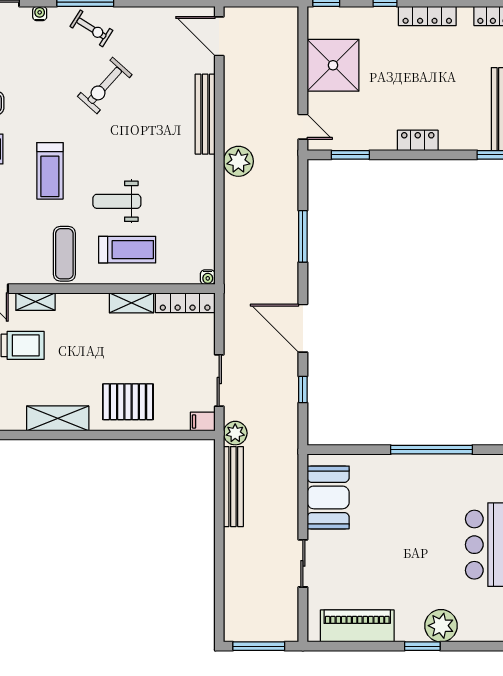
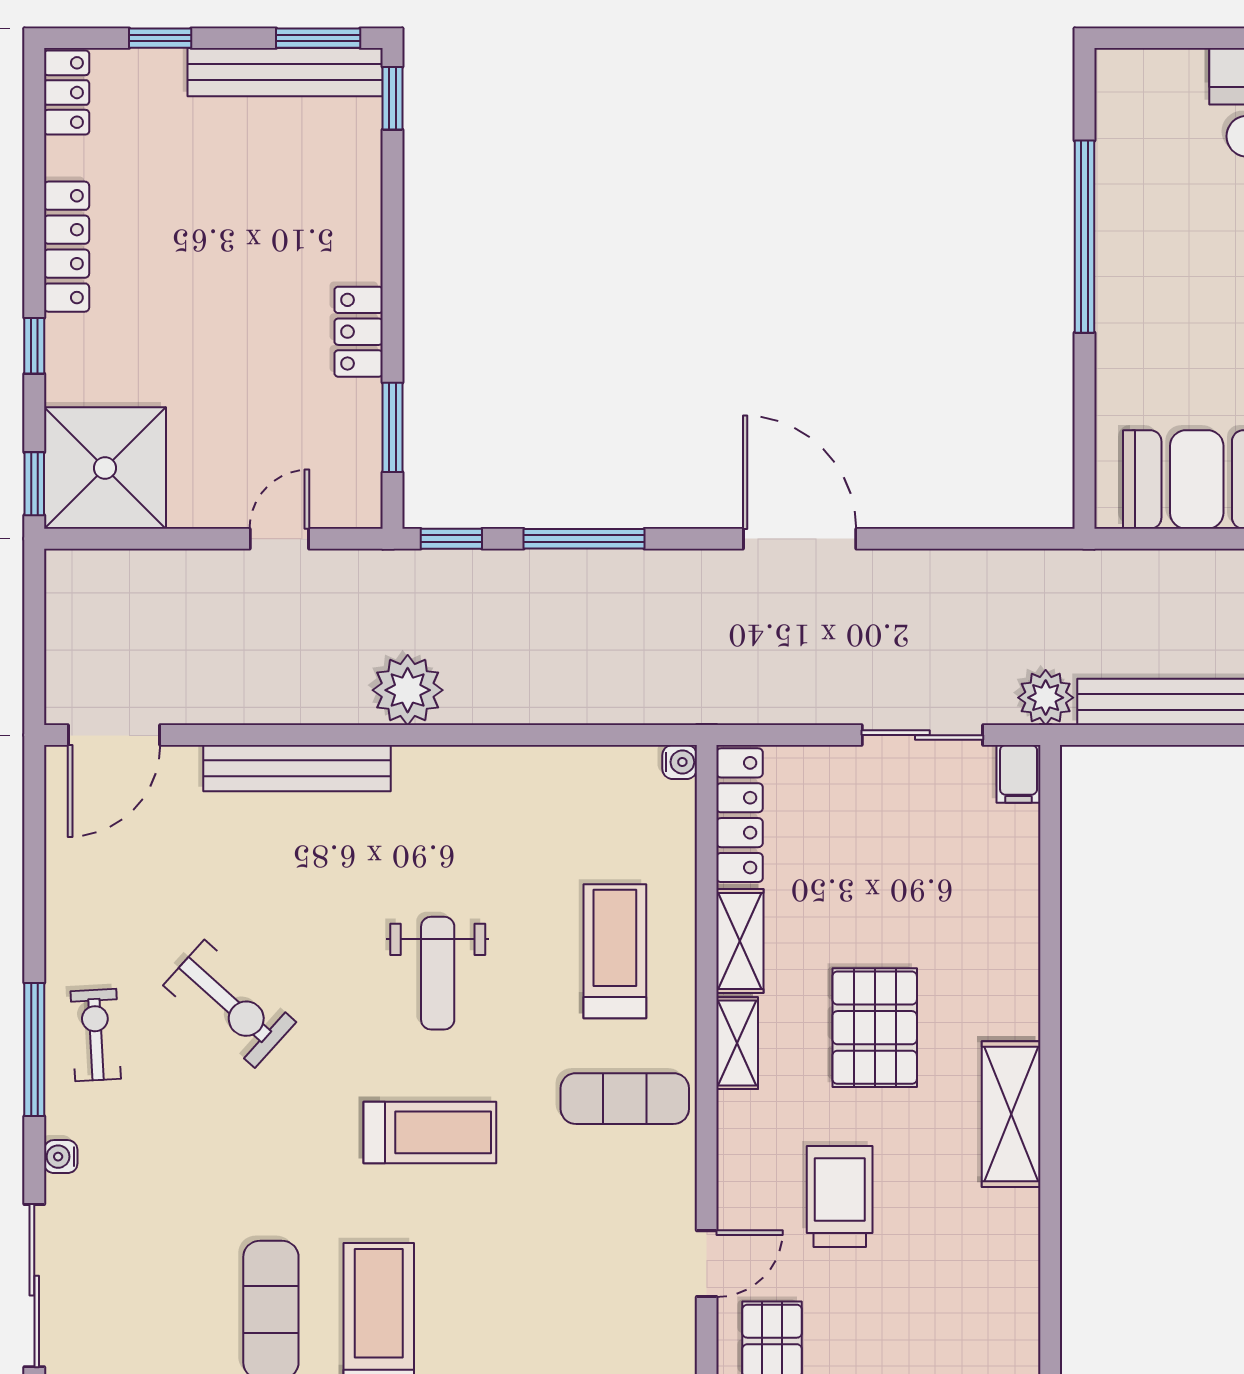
exercise bike: (91, 28) -> (96, 1035), turned -35
shower: (333, 65) -> (105, 468), moved
door: (303, 127) -> (279, 539), moved
locker: (418, 140) -> (359, 332), moved
weight bench: (117, 201) -> (438, 973), moved
shelving: (35, 302) -> (737, 1043), moved
door: (303, 328) -> (800, 539), swing flipped
window: (303, 389) -> (451, 539), moved
pallet: (128, 402) -> (875, 1028), moved

